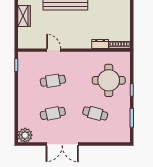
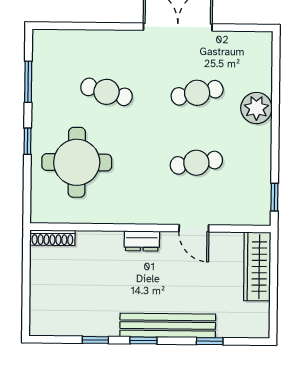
wardrobe: (24, 16) -> (257, 267), moved, width x1.50
dresser: (100, 44) -> (142, 241), moved
plant: (25, 135) -> (256, 108), moved

